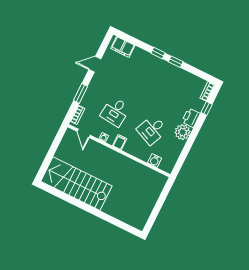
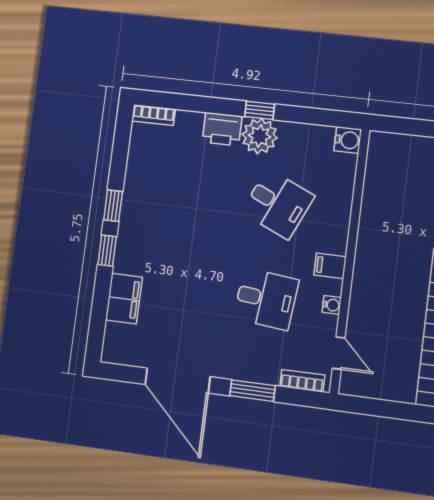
filing cabinet: (123, 47) -> (124, 299), moved
door: (95, 64) -> (178, 381), width x1.88
window: (207, 108) -> (260, 110), moved
door: (84, 133) -> (339, 353), hinge flipped
water cooler: (155, 161) -> (348, 140), moved

